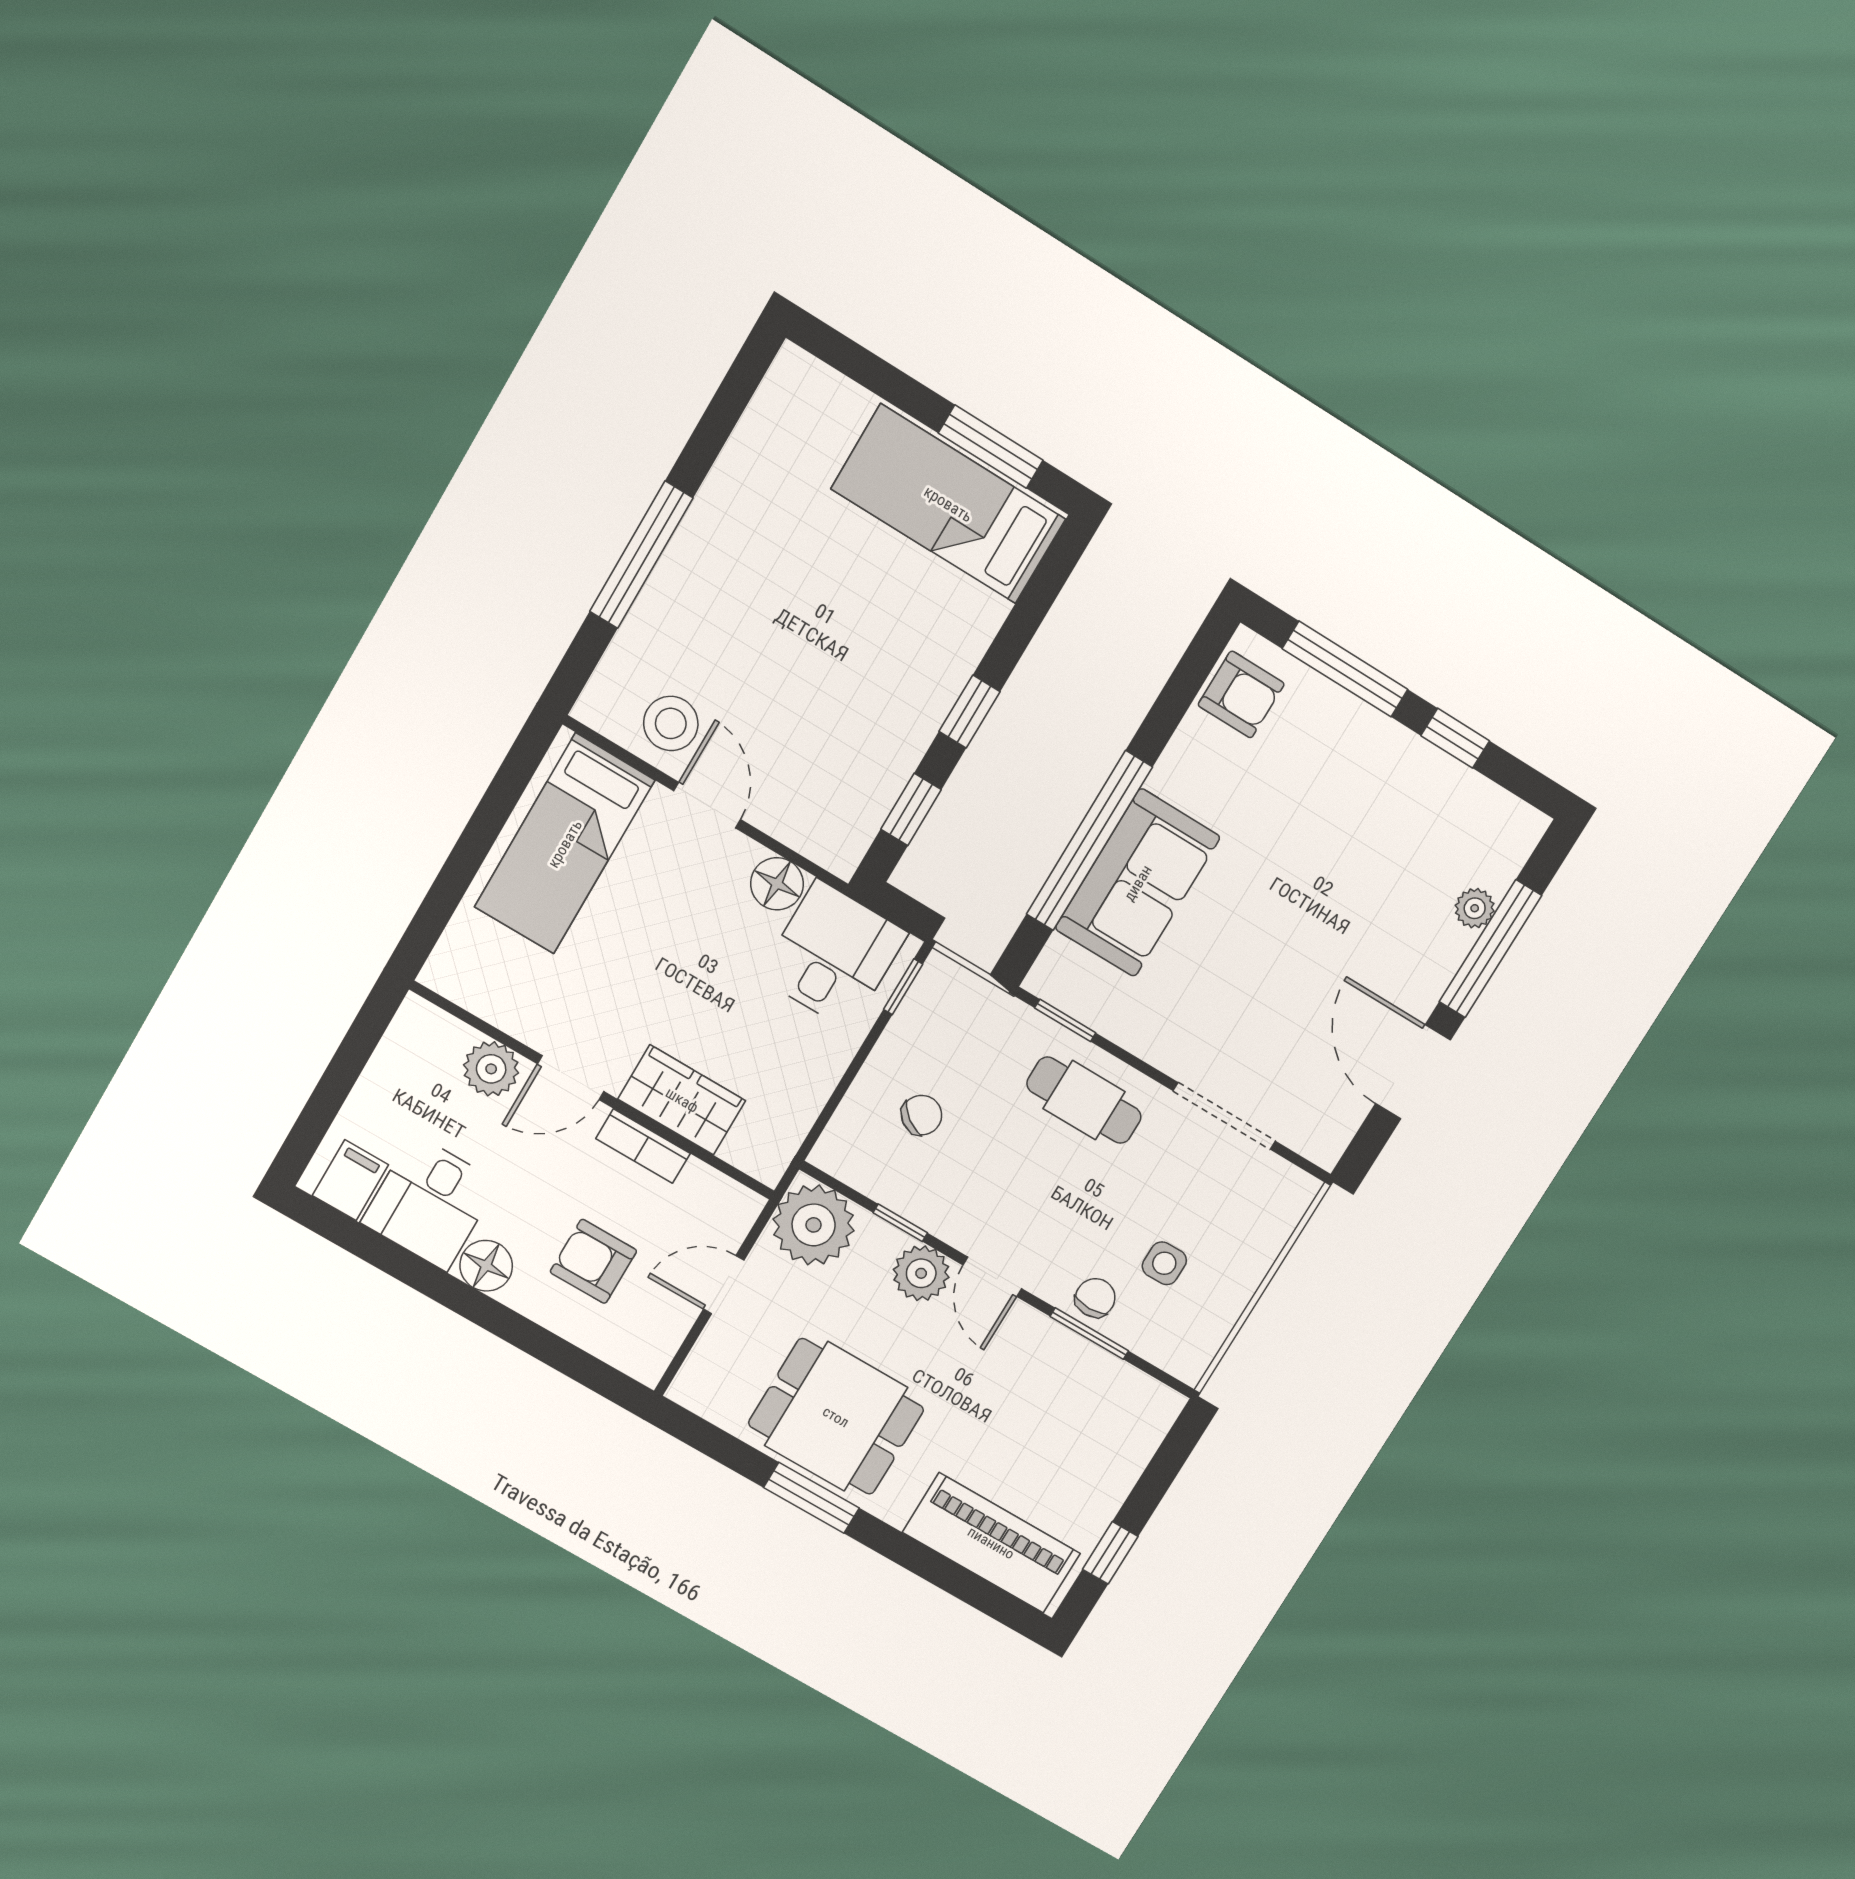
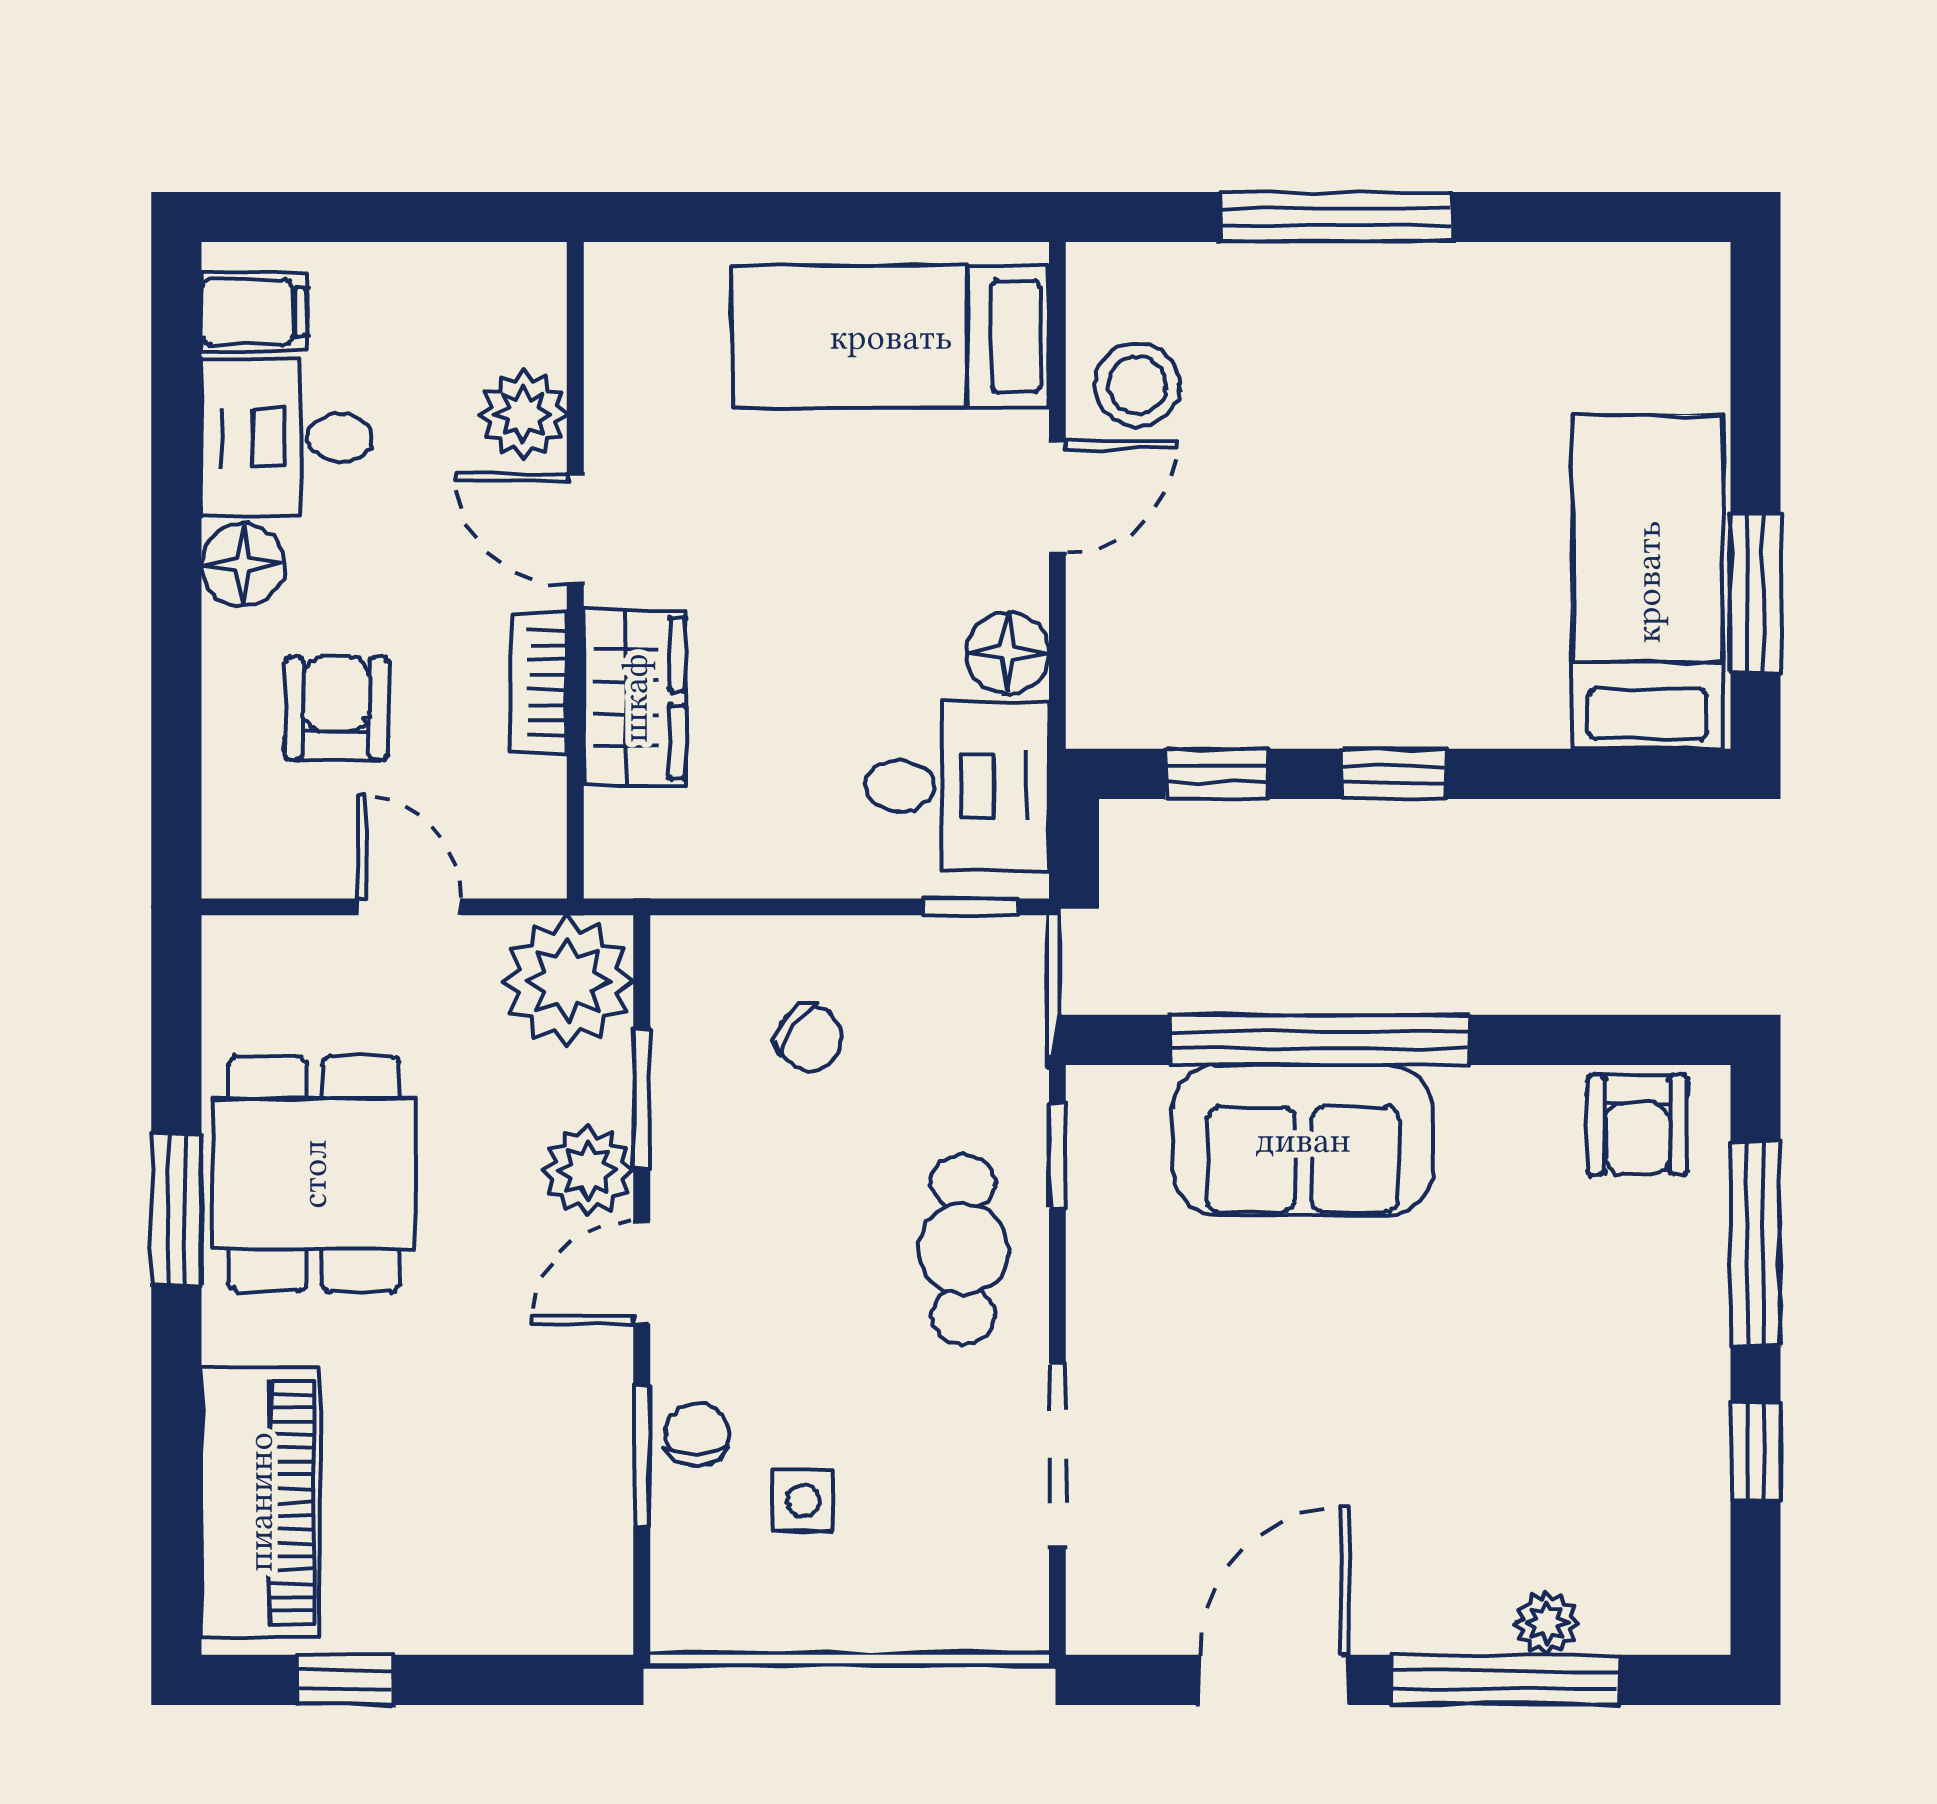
window: (900, 1223) -> (642, 1099), width x1.50
chair: (1095, 1298) -> (697, 1434), turned -90

